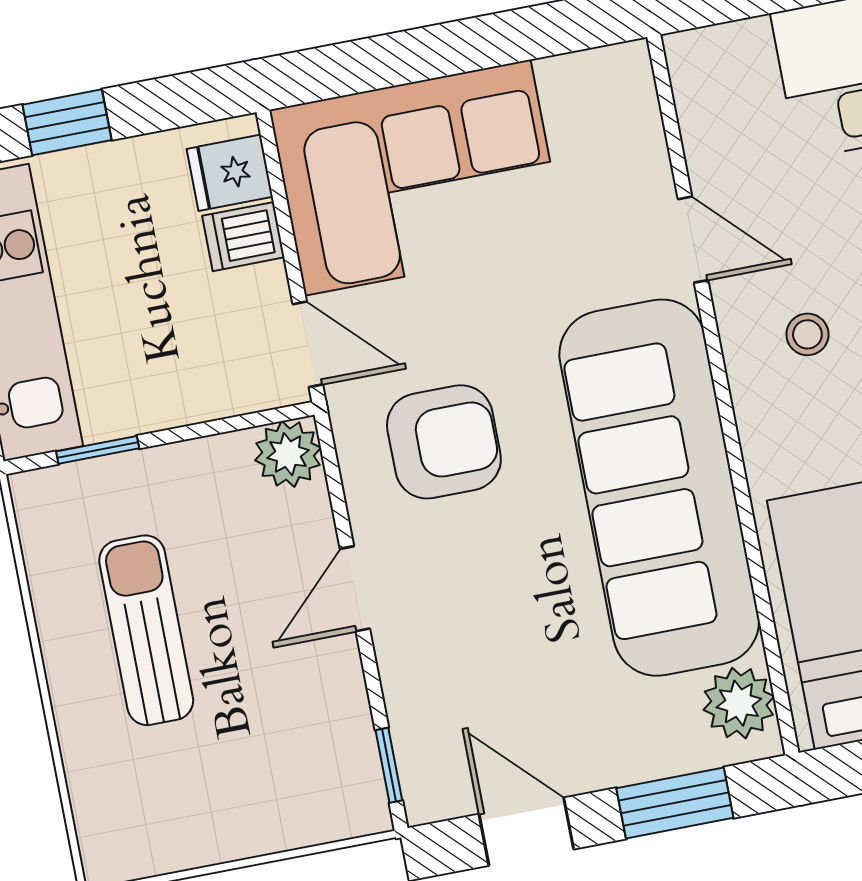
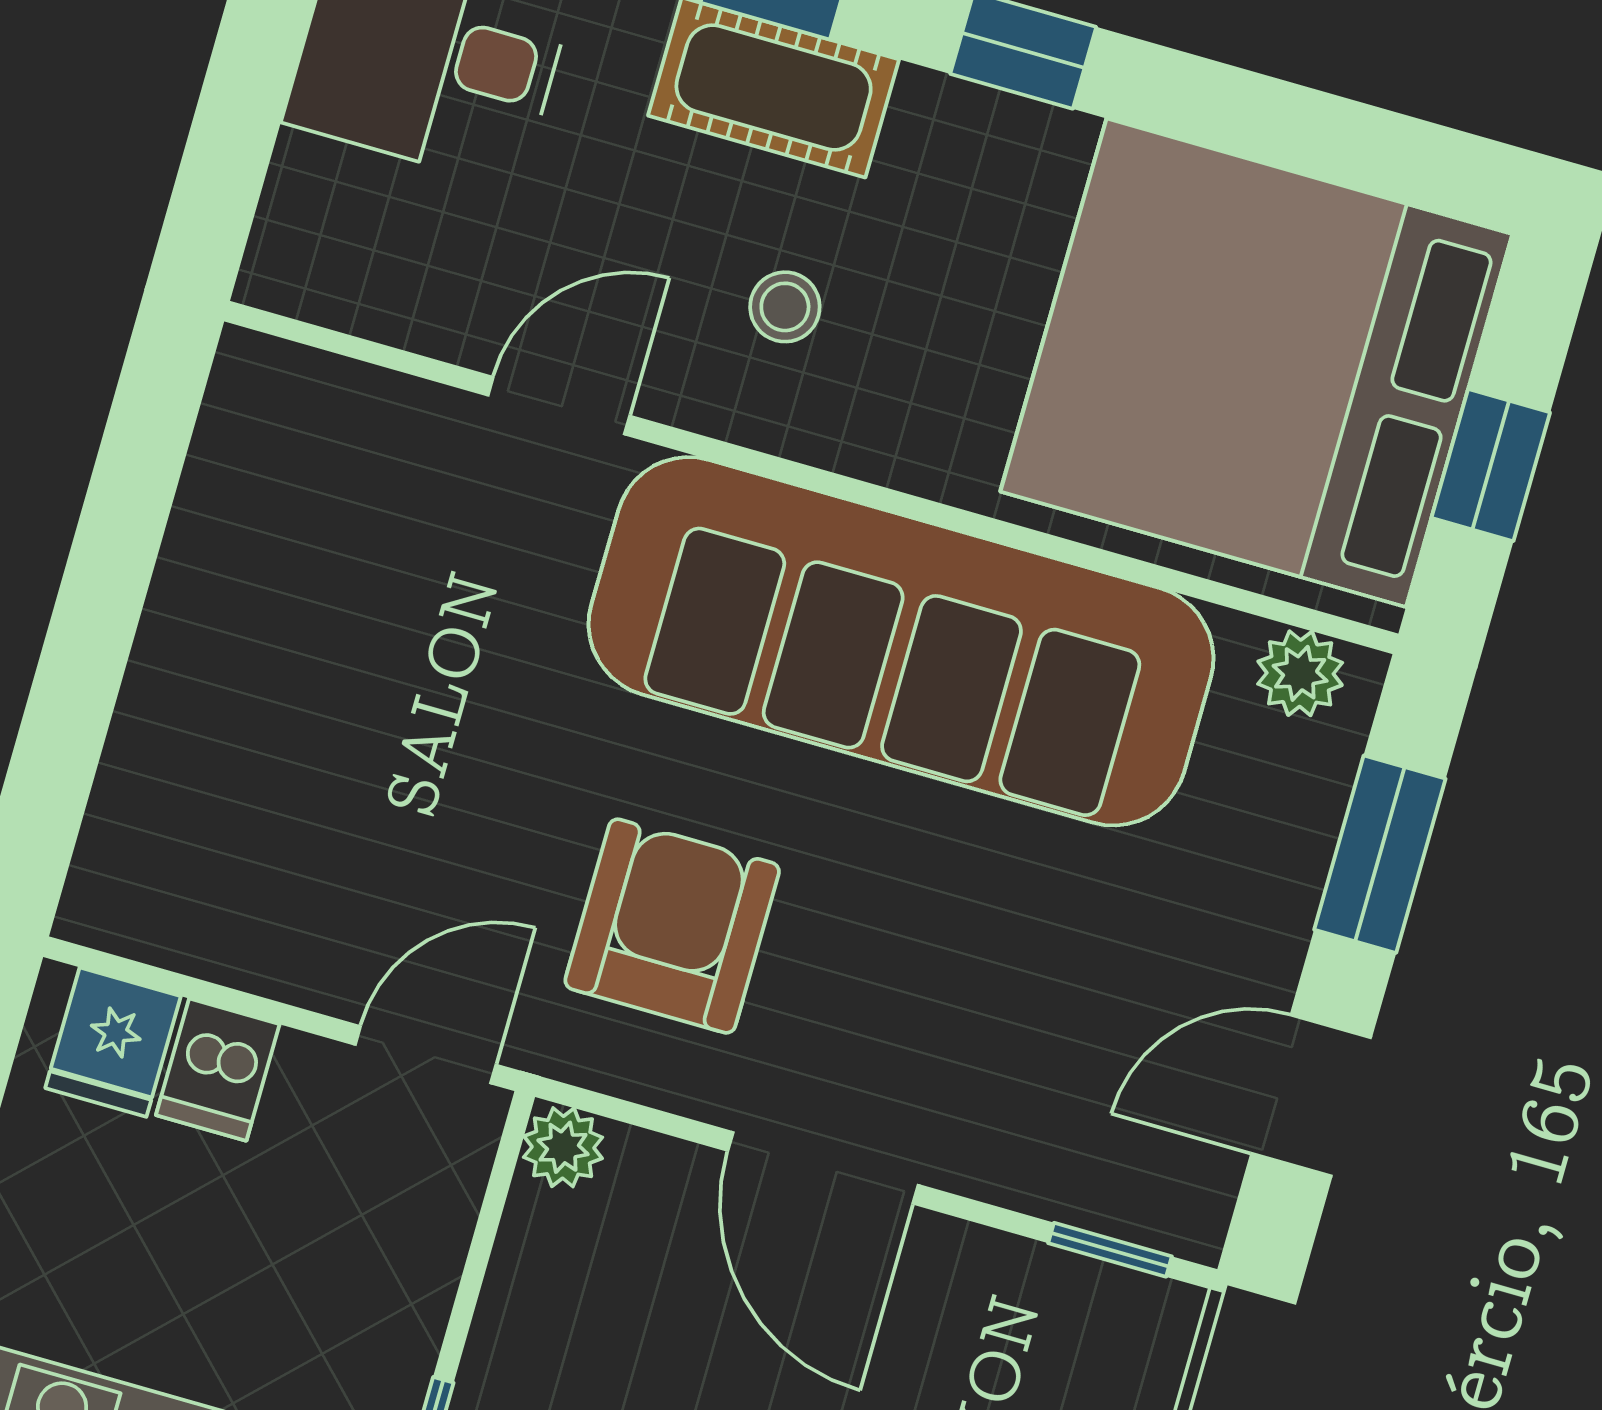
corner sofa: (418, 178) -> (261, 767), removed
plant: (288, 454) -> (563, 1147), width x0.73, depth x0.73
door: (355, 589) -> (823, 1168), width x1.38
plant: (739, 703) -> (1300, 673), width x0.73, depth x0.73

